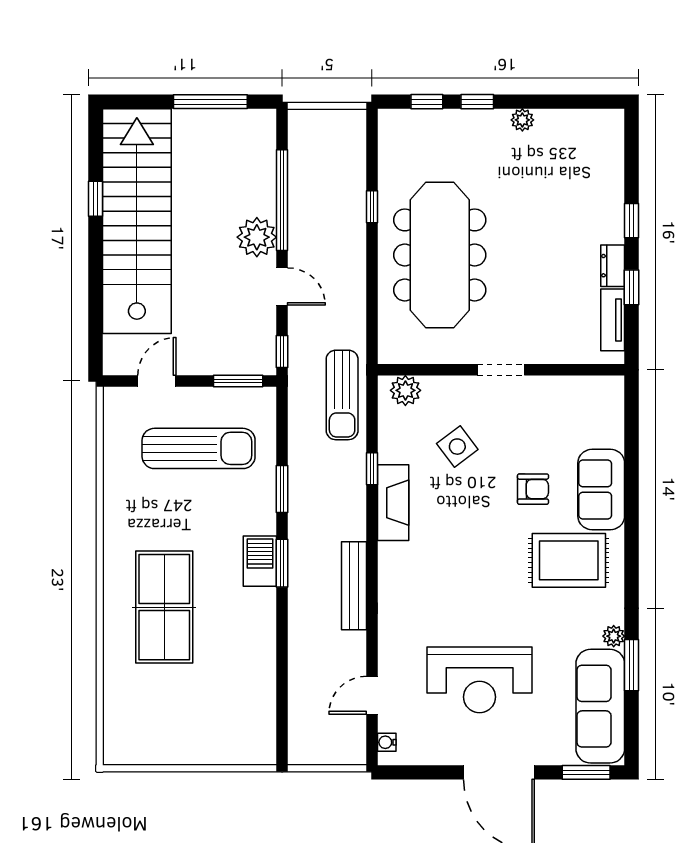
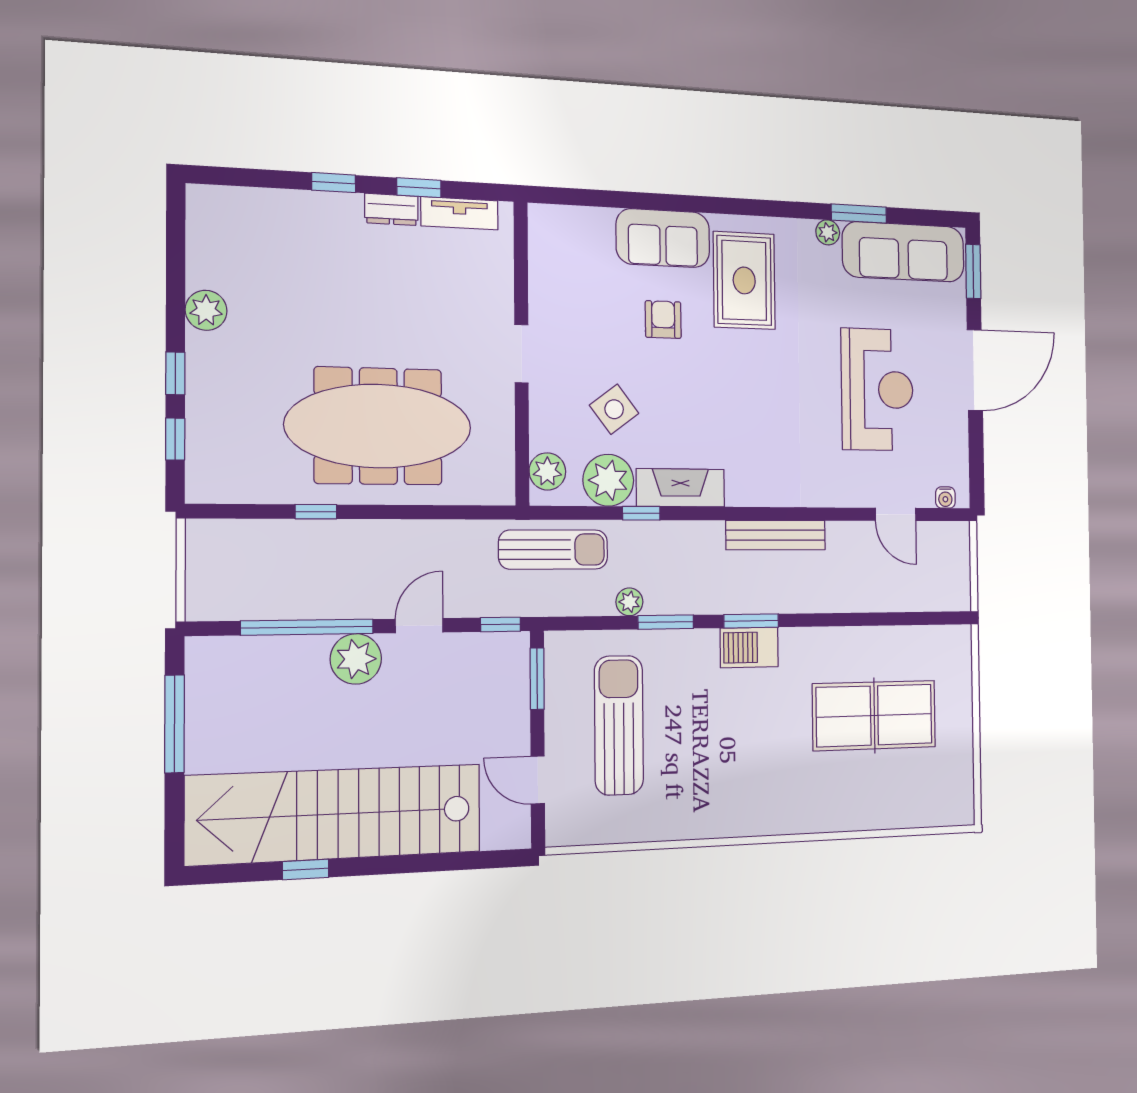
plant: (522, 120) -> (206, 310), width x1.38, depth x1.38
plant: (399, 441) -> (608, 480), added
plant: (299, 458) -> (629, 602), added
table tennis table: (164, 607) -> (874, 715), moved

